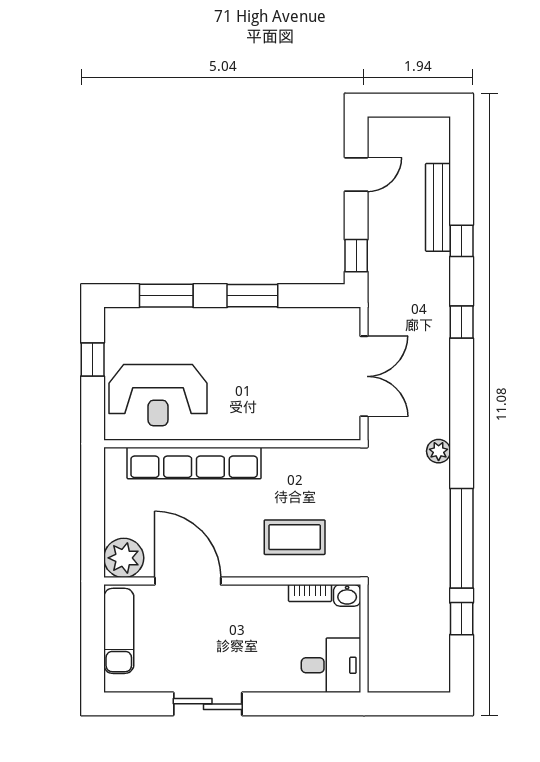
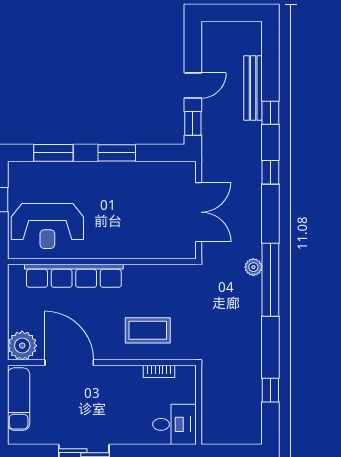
door: (356, 174) -> (193, 86), moved
window: (462, 538) -> (270, 280), moved
washbasin: (347, 595) -> (186, 373), removed

